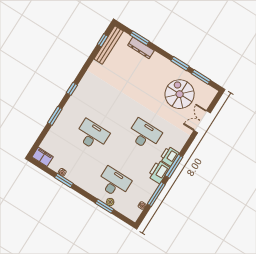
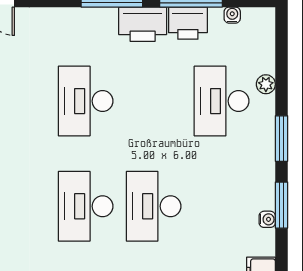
desk: (107, 111) -> (86, 206), added
printer: (169, 156) -> (188, 23), moved
window: (105, 206) -> (282, 139), moved

